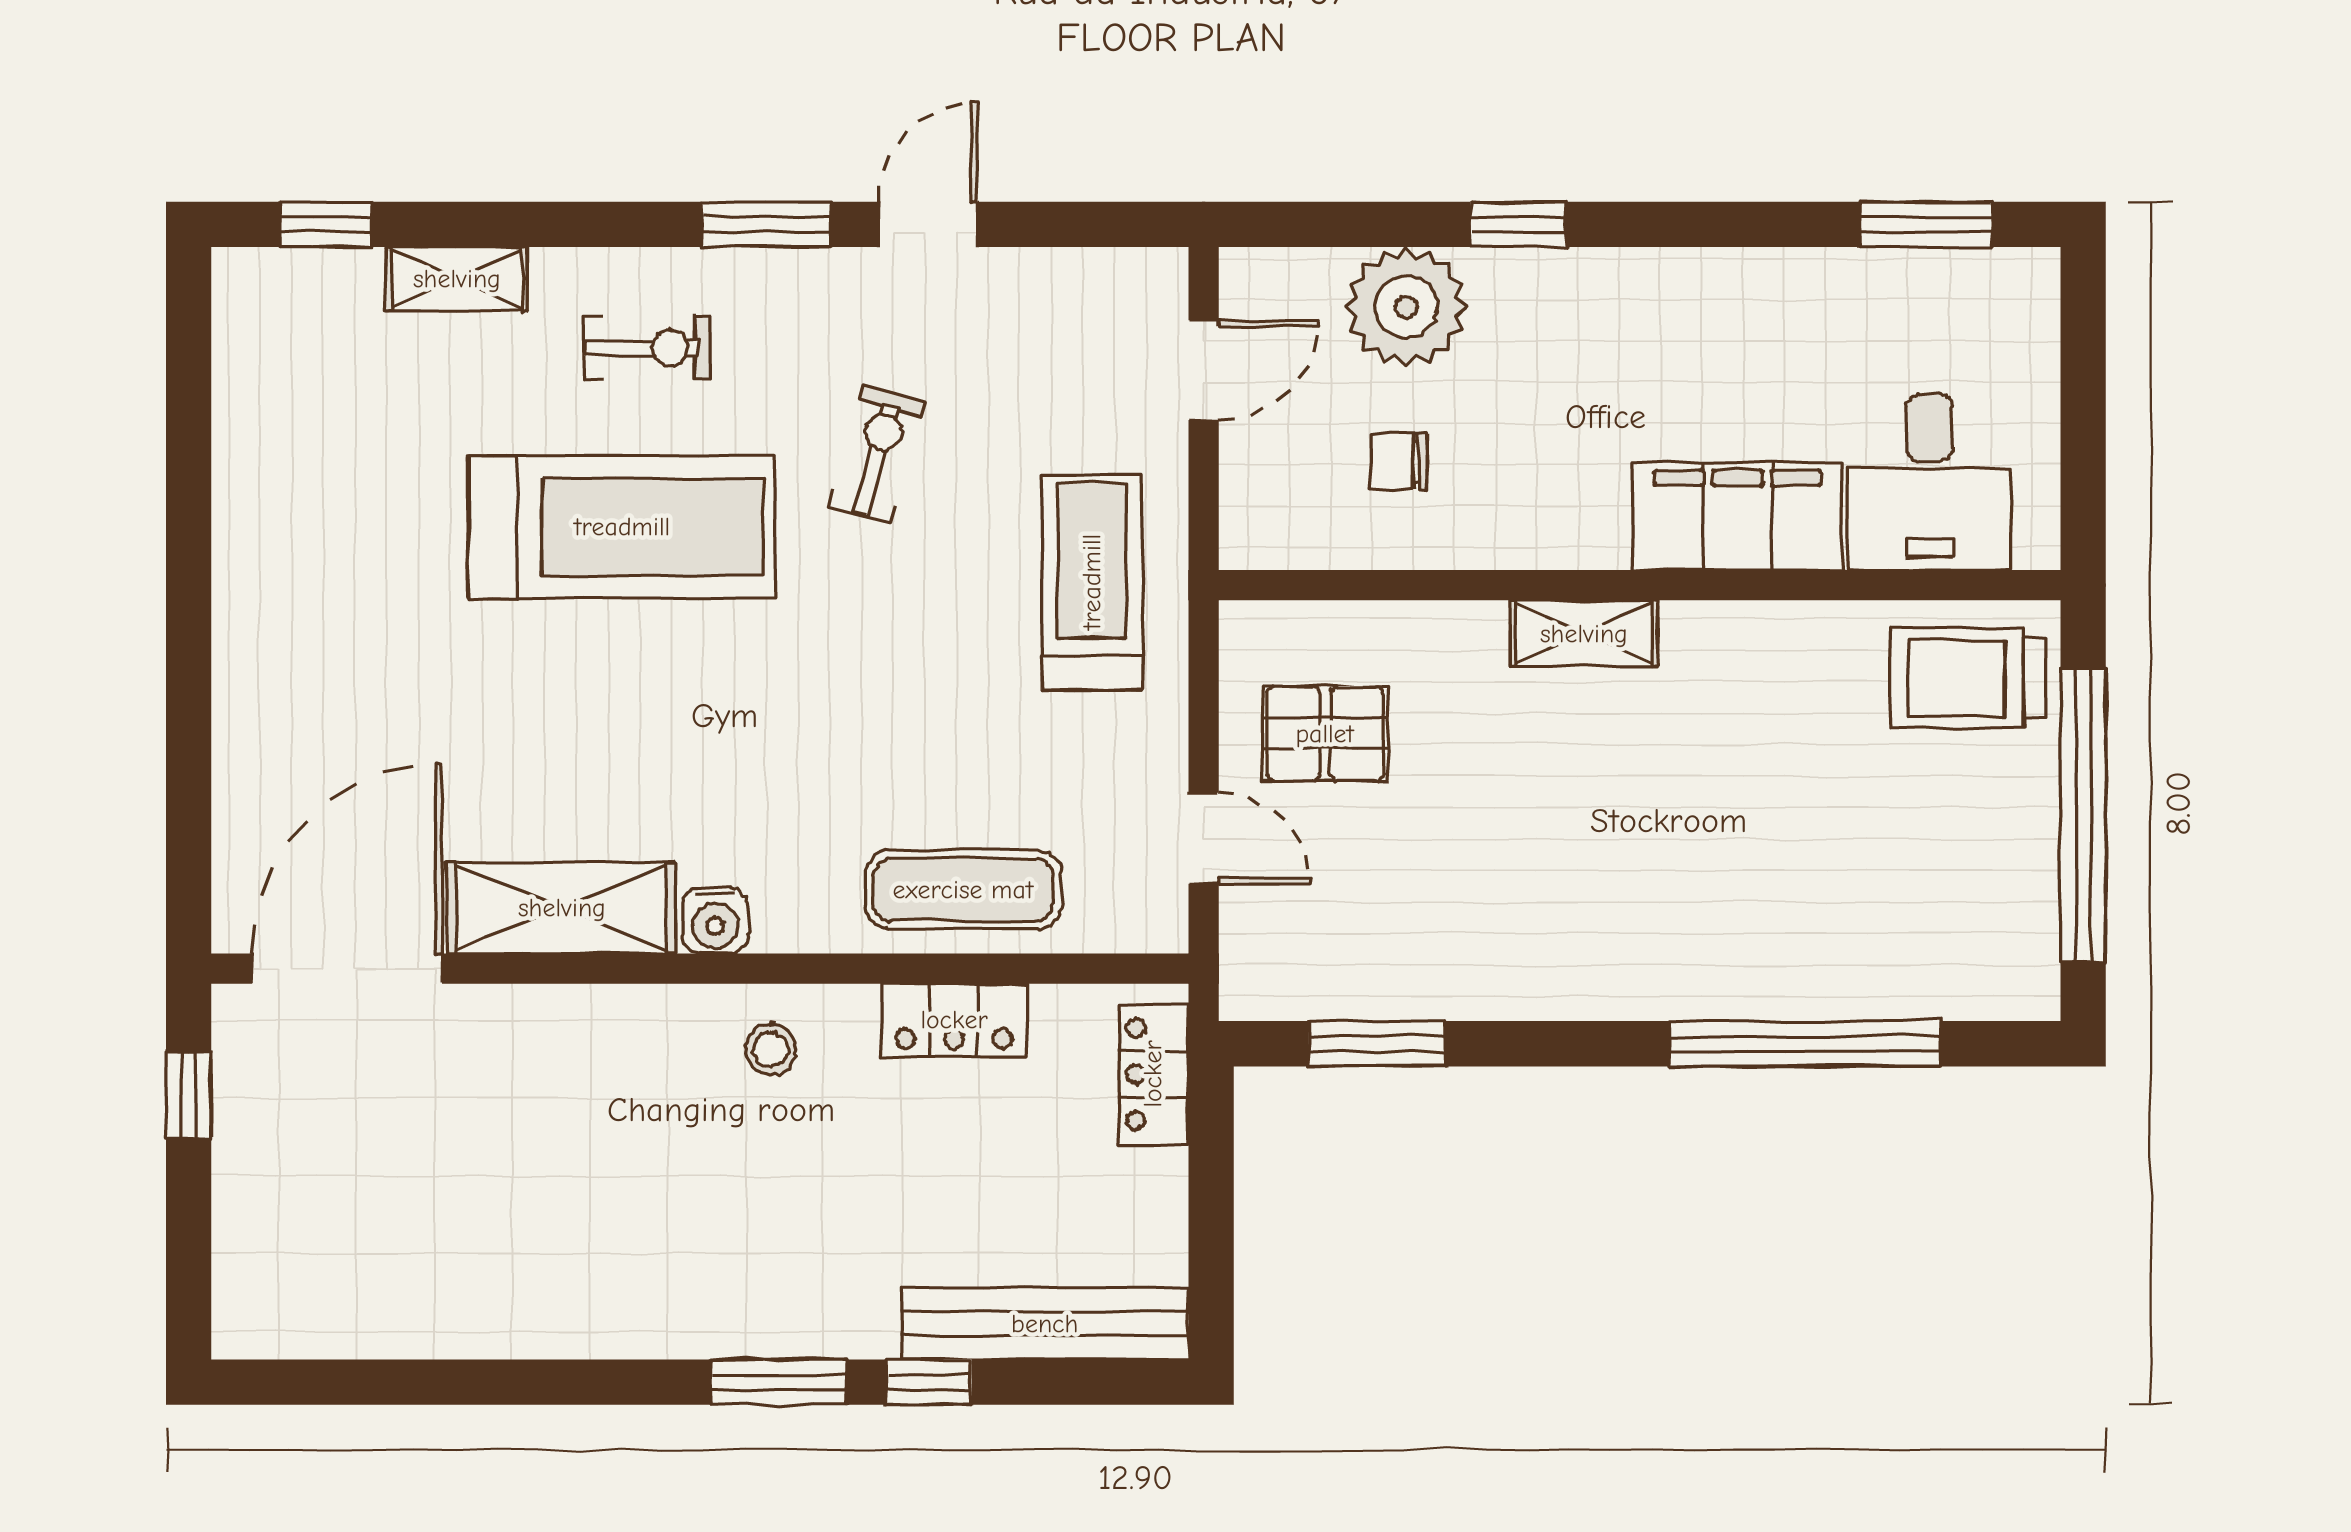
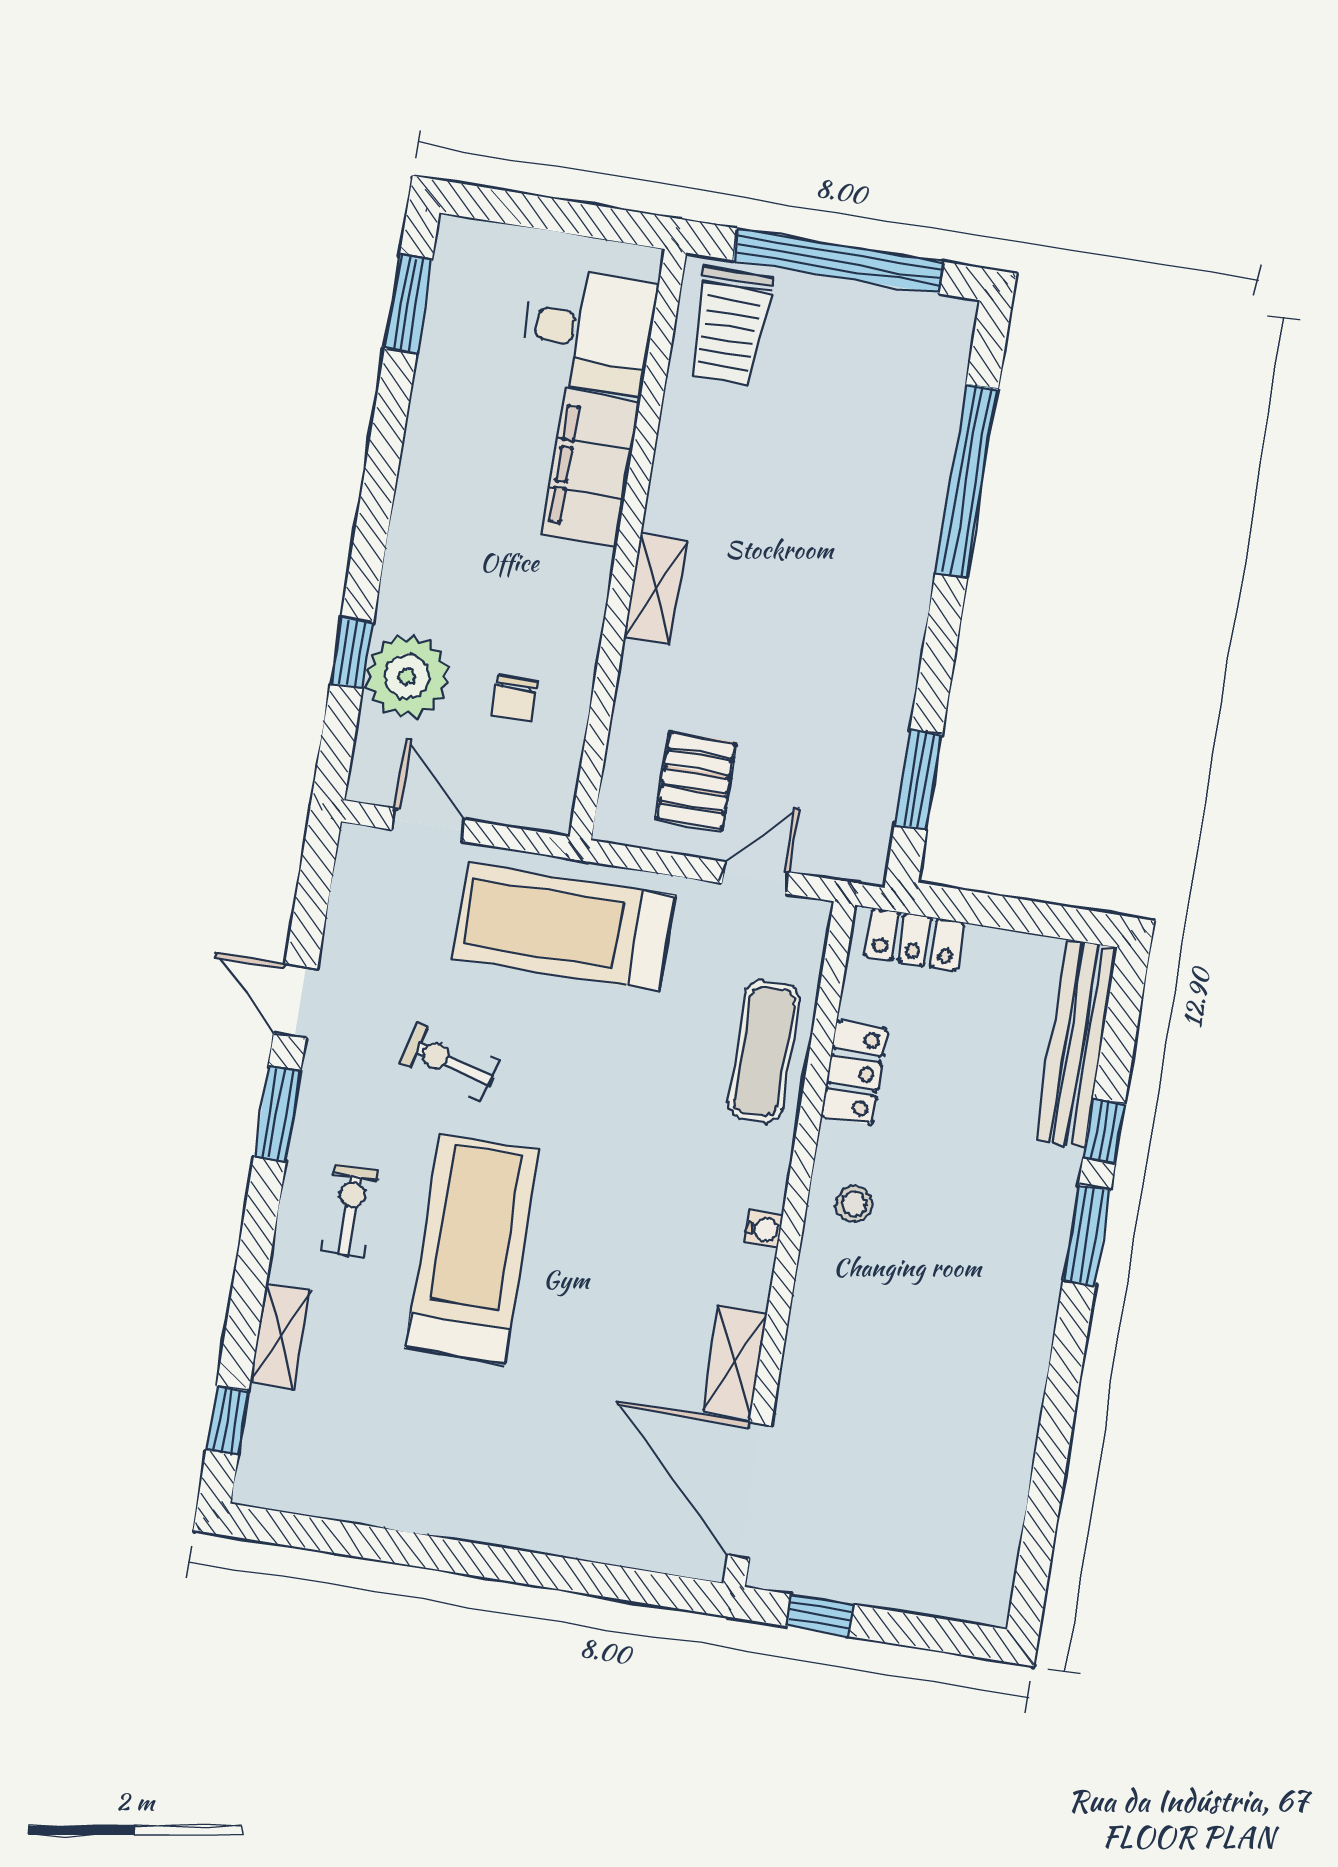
window: (1518, 224) -> (352, 653), moved
treadmill: (1092, 582) -> (564, 927), width x1.37, depth x1.38
shelving: (562, 908) -> (735, 1362), width x0.67, depth x0.75
water cooler: (715, 920) -> (764, 1229), width x0.72, depth x0.72

